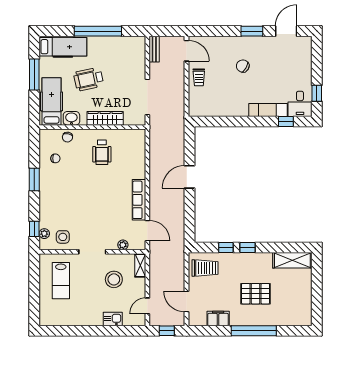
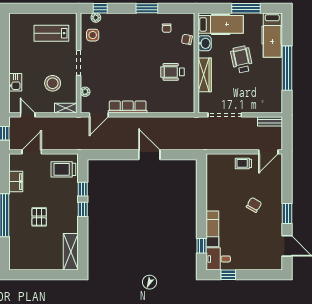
trolley: (205, 268) -> (63, 169), turned 90
pallet: (256, 294) -> (39, 217), width x0.67, depth x0.71

